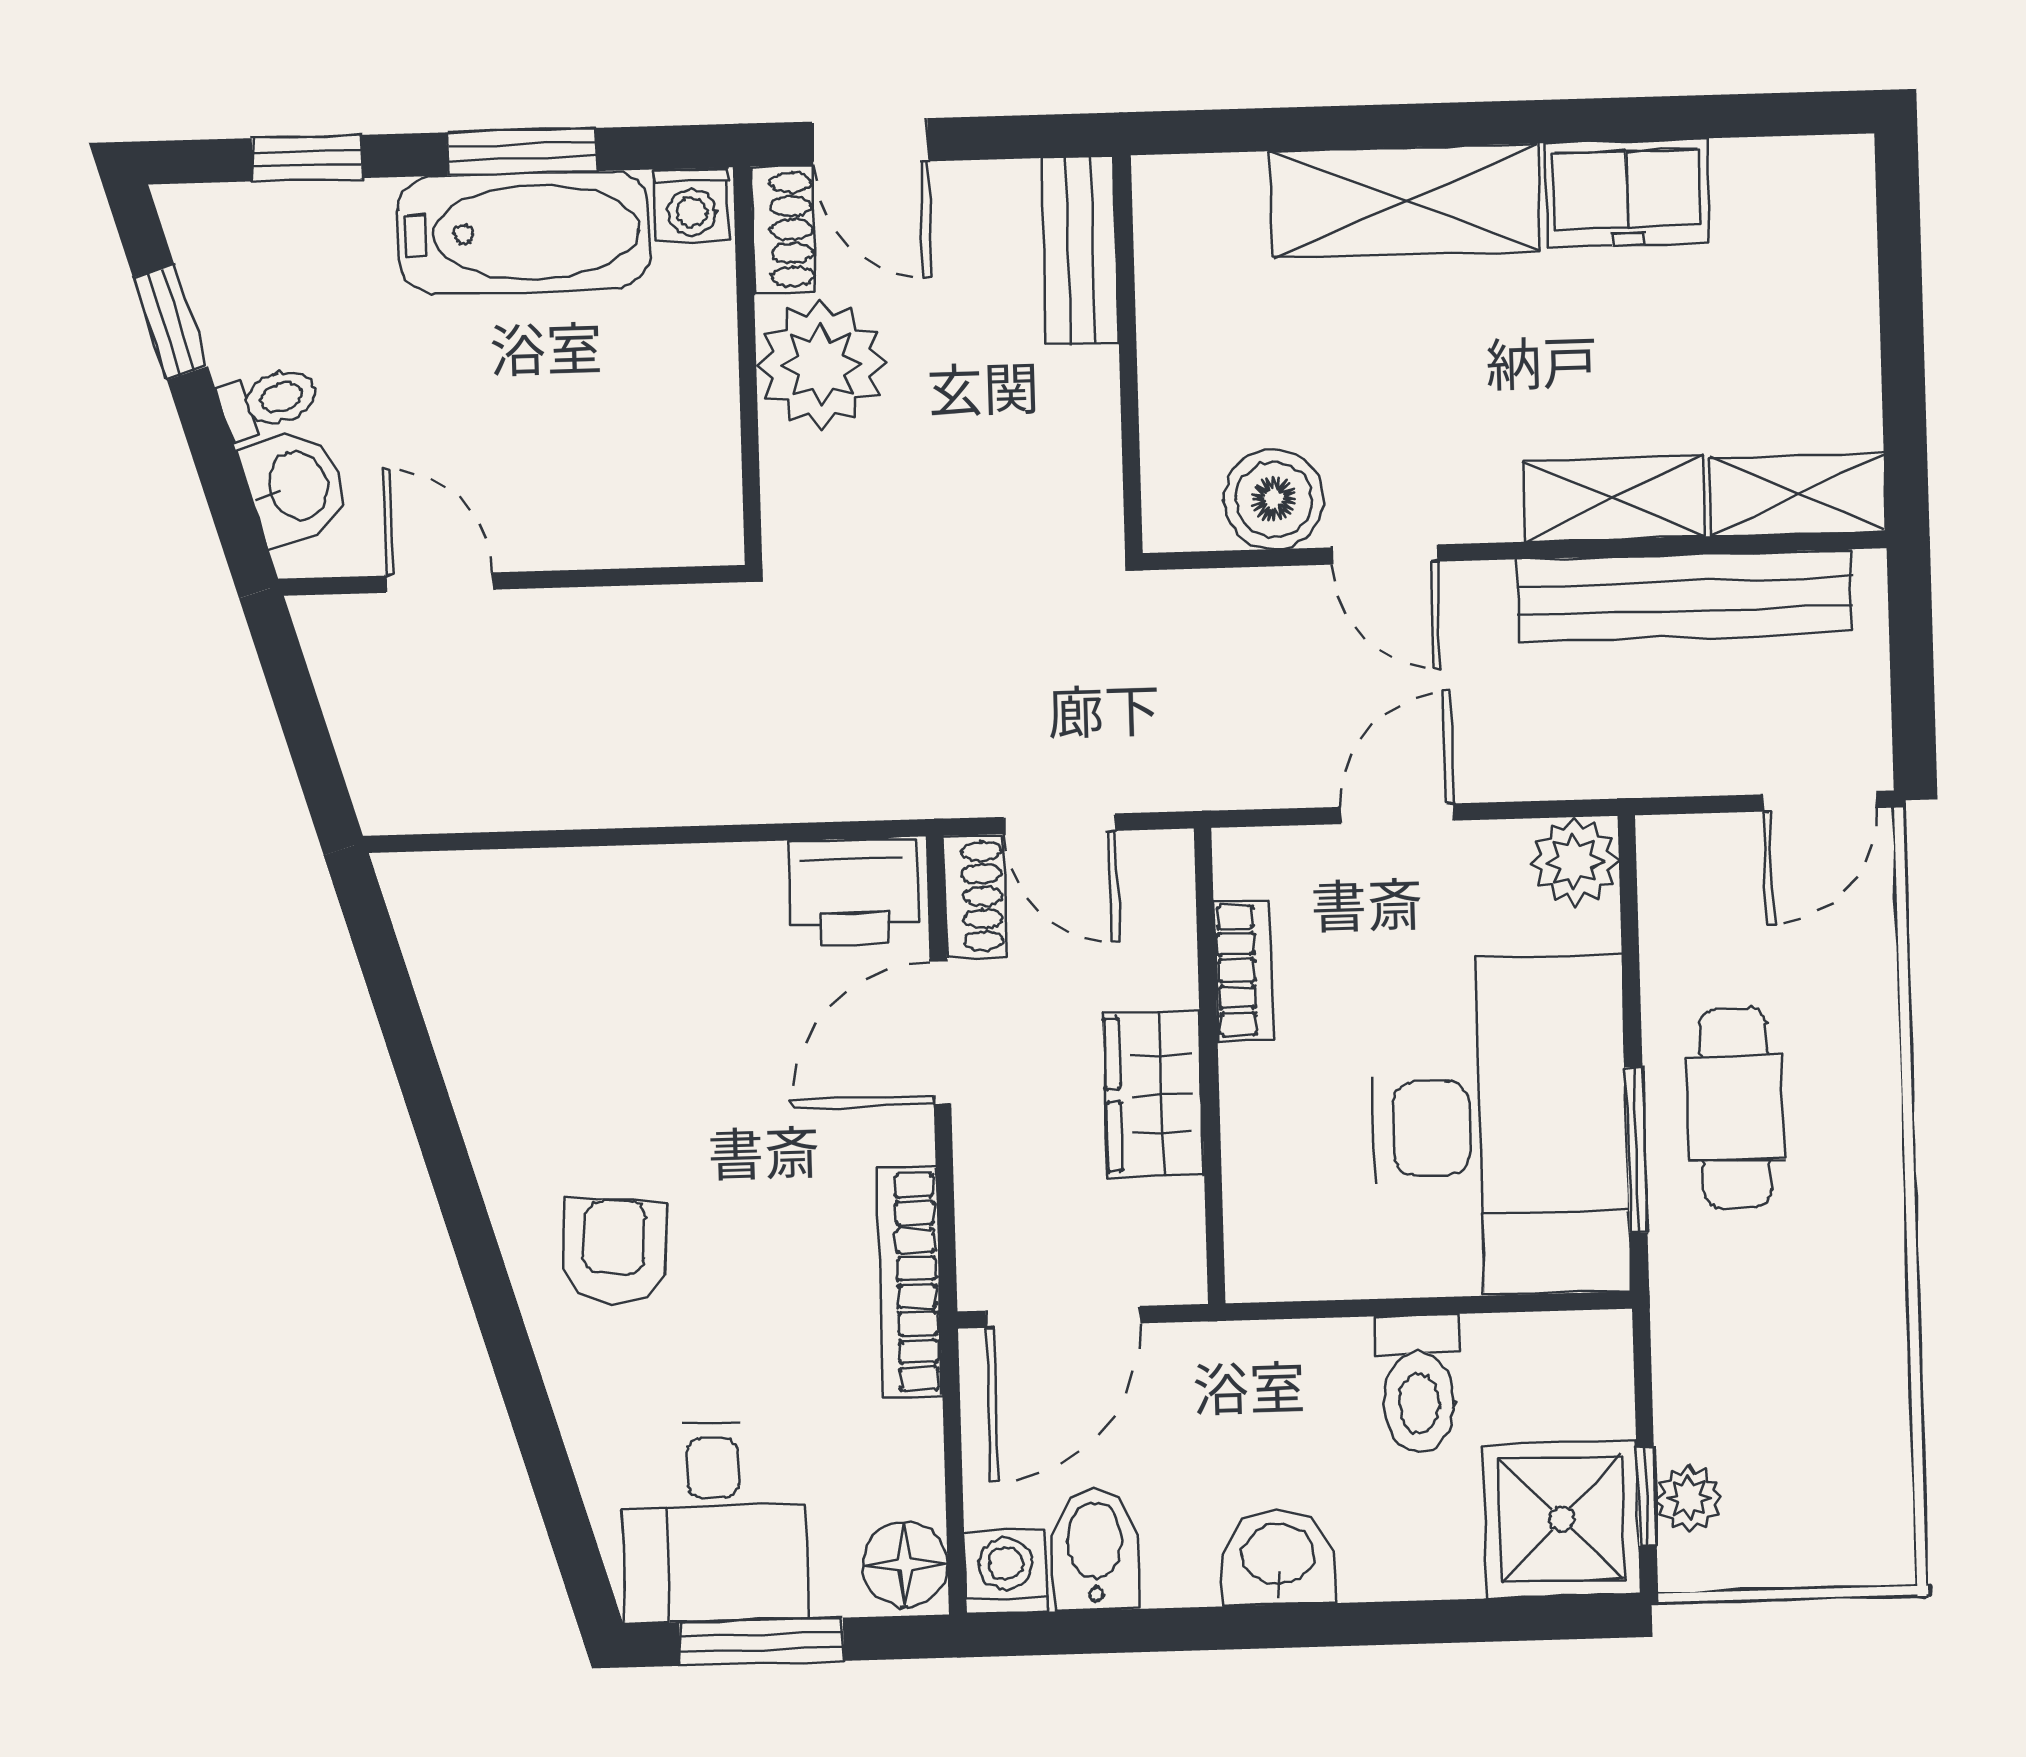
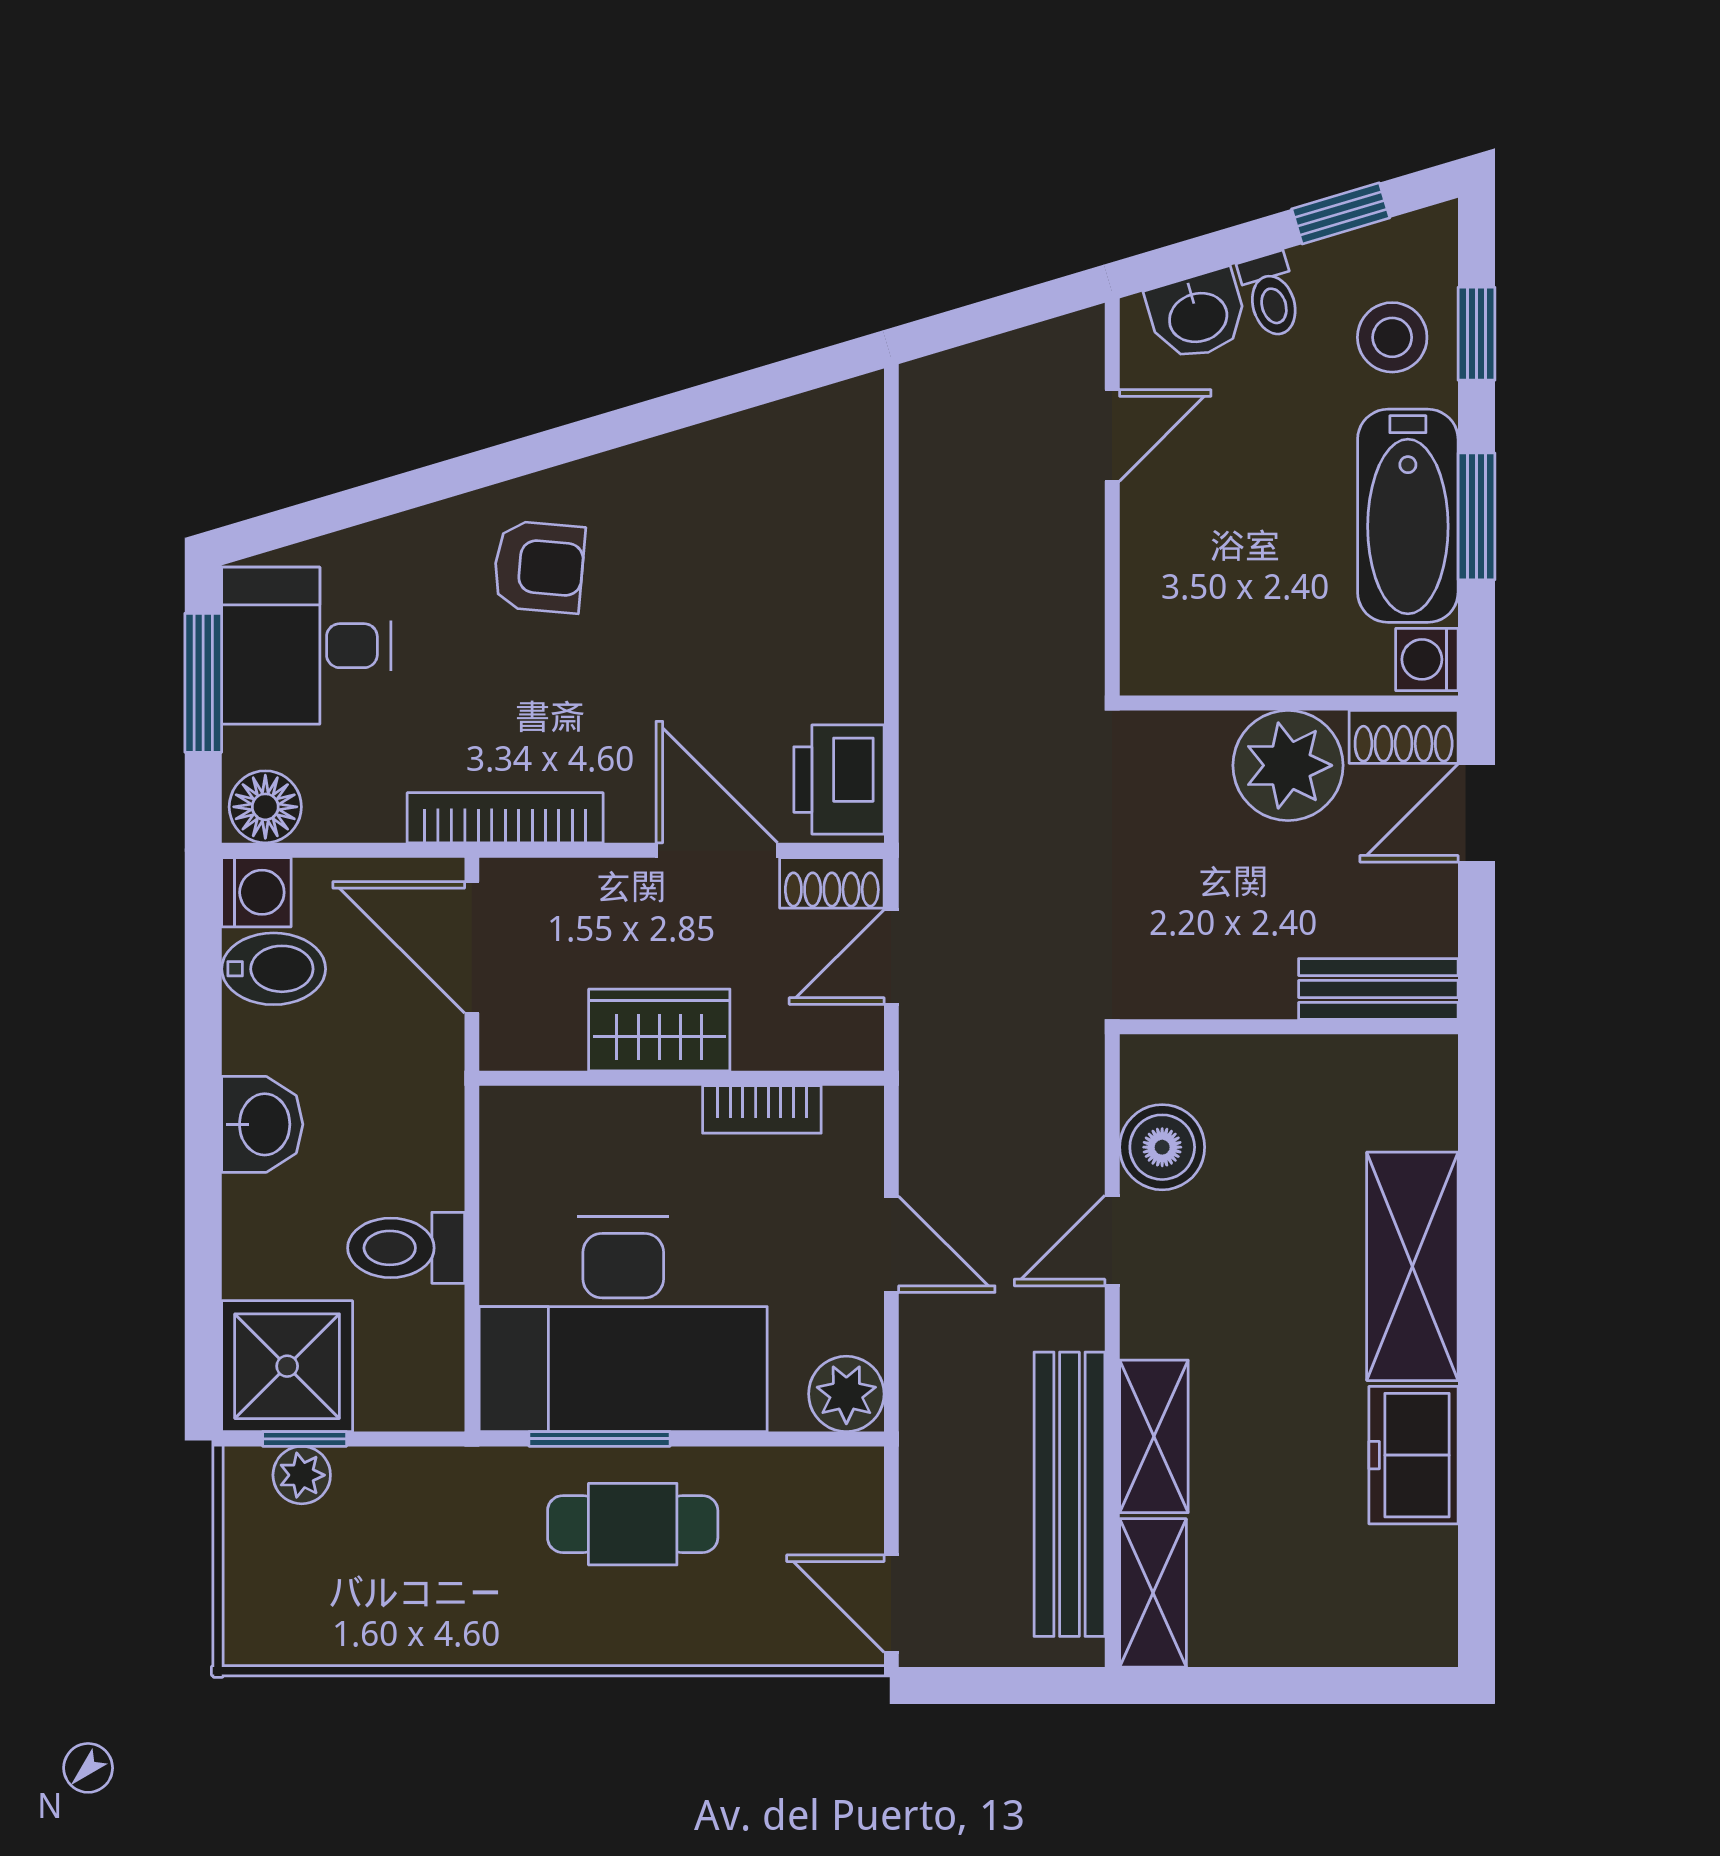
stool: (314, 257) -> (1392, 337), added

